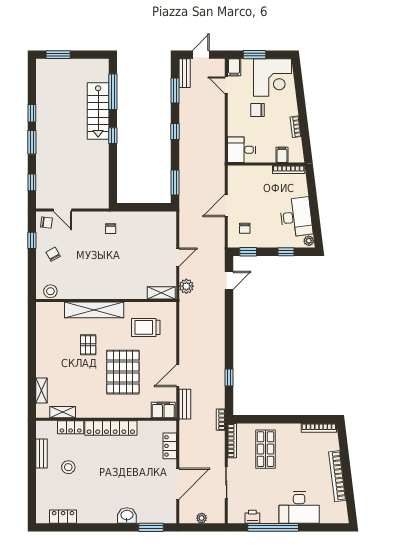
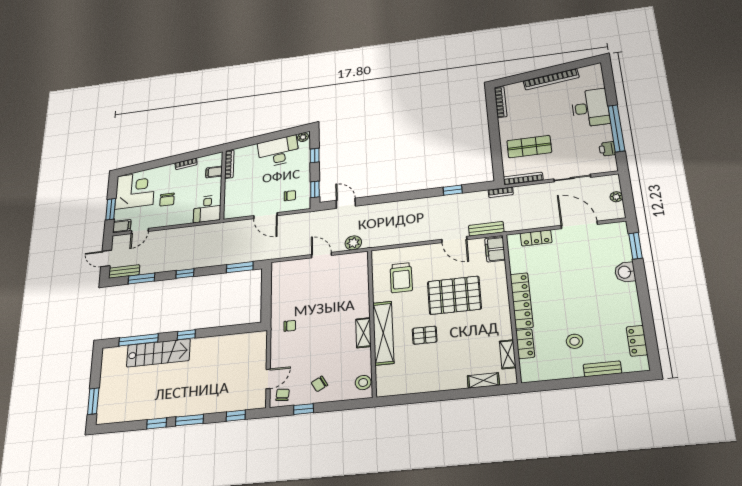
shelving: (161, 293) -> (363, 333), moved
bench: (41, 453) -> (602, 369), moved

